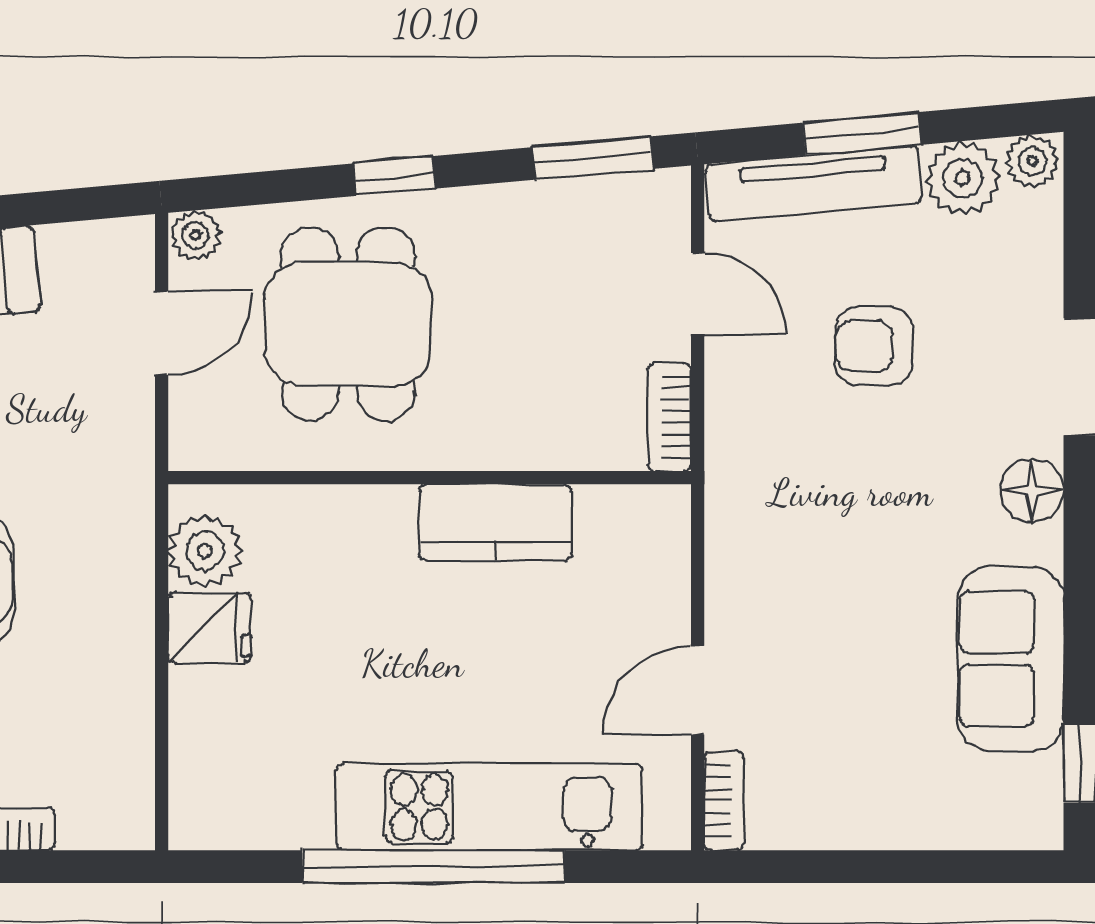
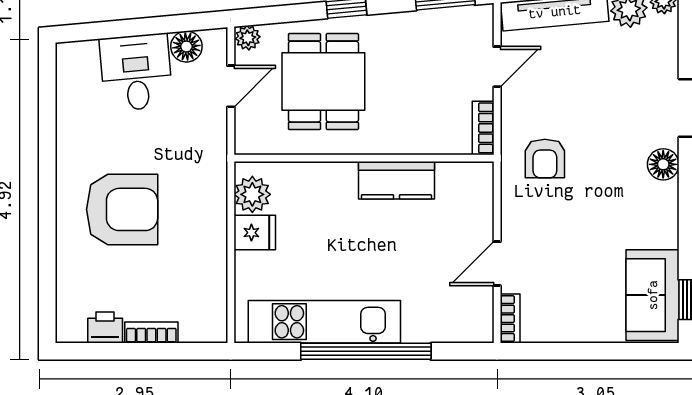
floor lamp: (72, 253) -> (186, 47), added
door: (698, 294) -> (497, 67), hinge flipped
armchair: (874, 346) -> (545, 158), moved, turned -90
sofa: (1011, 659) -> (653, 295), moved
kitchen unit: (490, 807) -> (324, 322), moved

